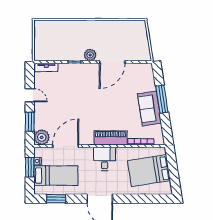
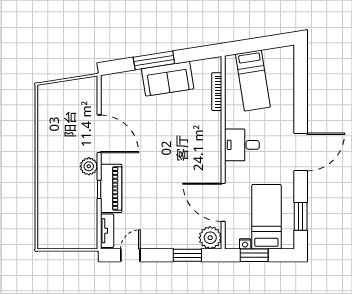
door: (30, 95) -> (130, 255), moved
piano: (111, 138) -> (111, 188), moved, turned 180
bed: (149, 171) -> (253, 81), width x0.67

